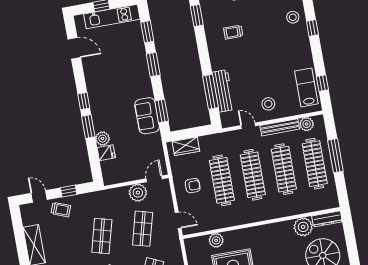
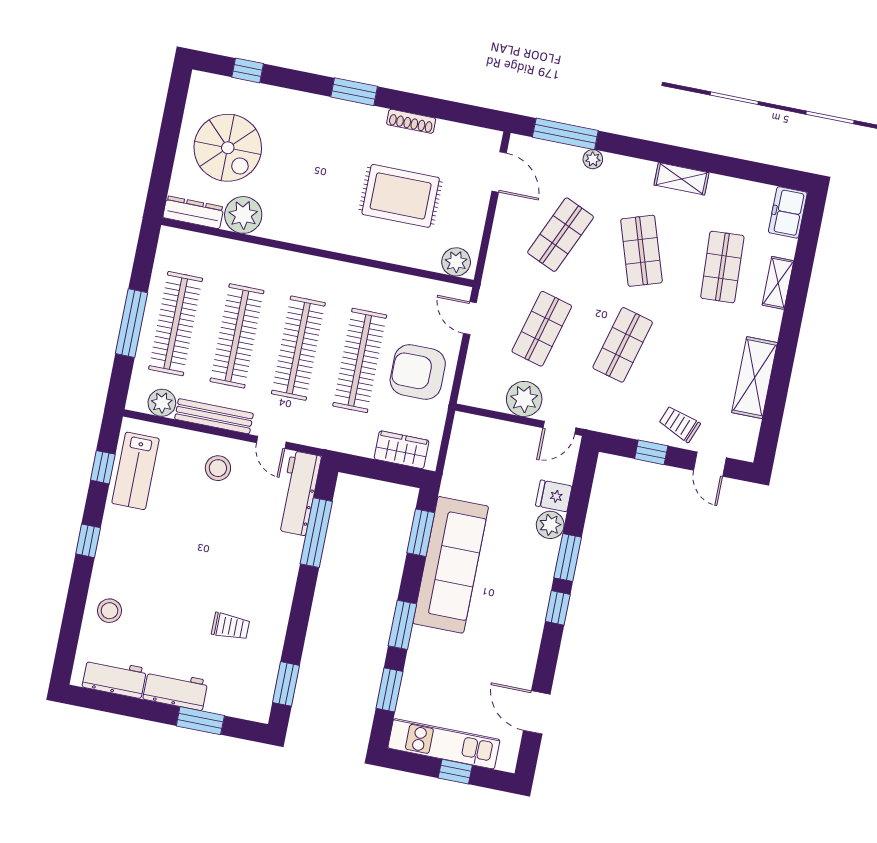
window: (312, 28) -> (88, 541), moved
workbench: (223, 91) -> (299, 493), moved
sofa: (147, 116) -> (451, 565), width x1.85, depth x1.27
door: (154, 179) -> (559, 428), moved
armchair: (193, 186) -> (418, 372), width x1.88, depth x1.88
plant: (216, 240) -> (456, 262), moved

